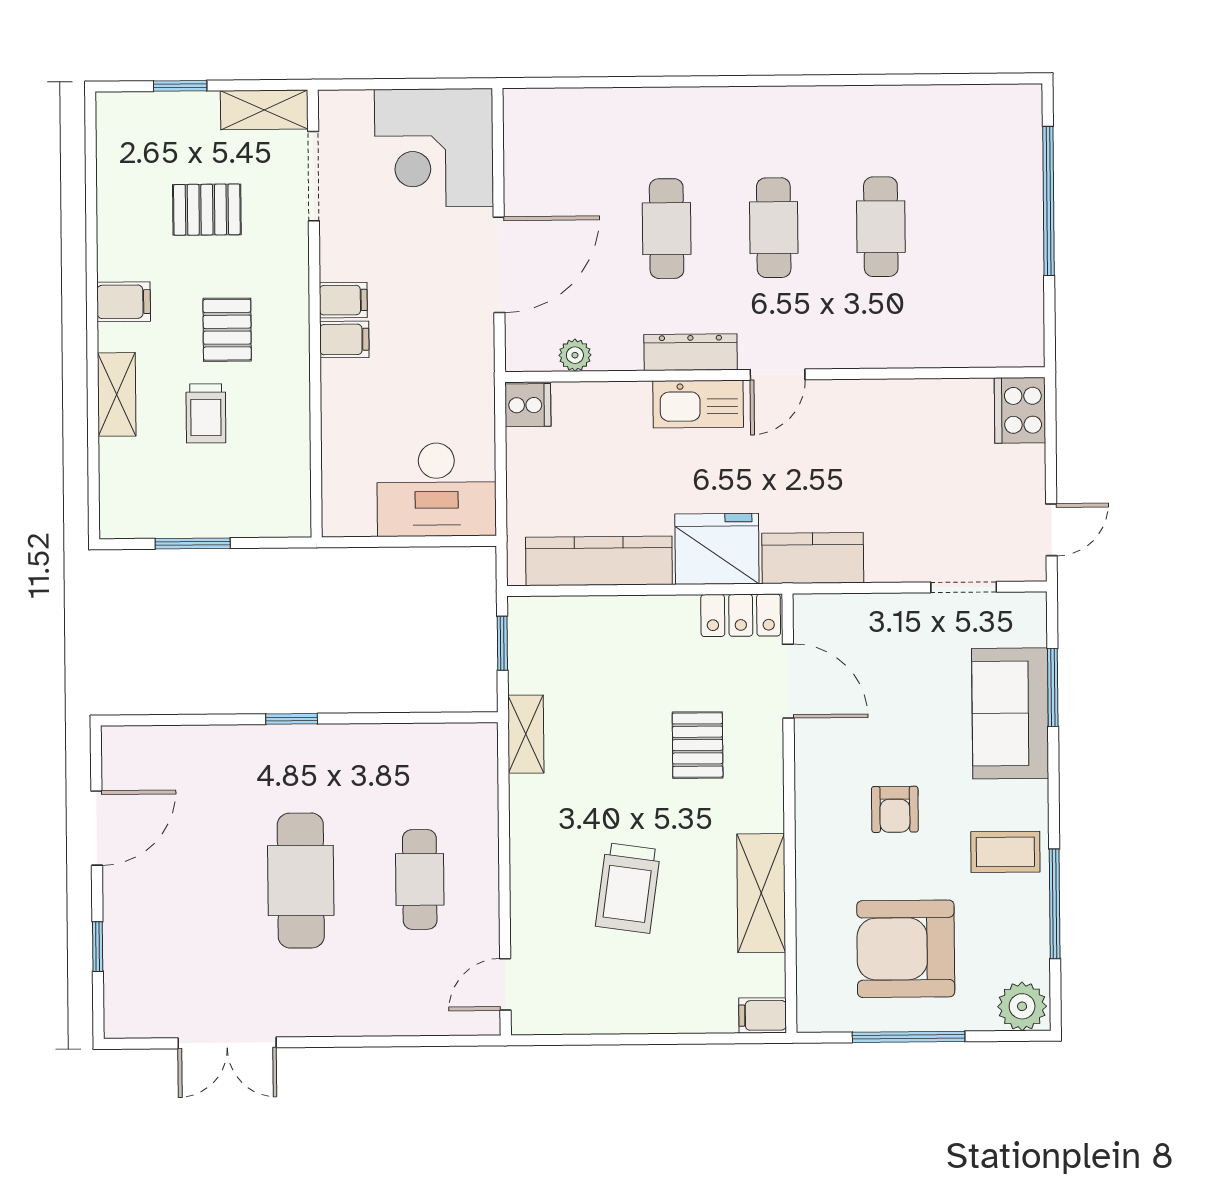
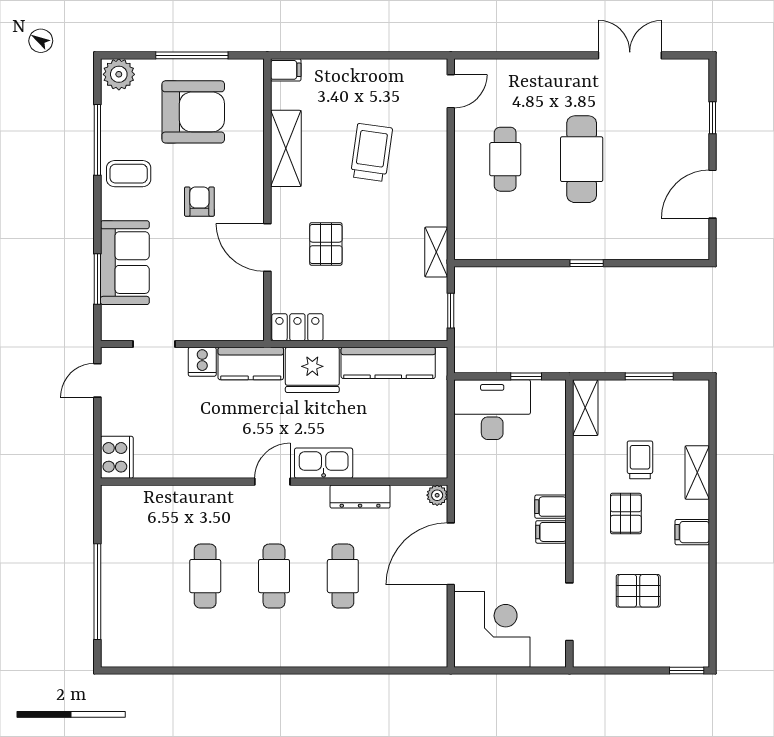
window: (180, 86) -> (687, 671), moved
shelving: (264, 110) -> (585, 408), moved, turned 90
dresser: (691, 352) -> (360, 497), moved
plant: (575, 355) -> (437, 495), moved
cooker: (528, 405) -> (202, 362), moved, turned -90
window: (384, 542) -> (526, 376), added
door: (788, 681) -> (267, 248), moved

